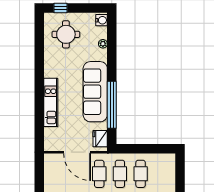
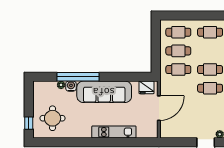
water cooler: (102, 20) -> (71, 86), moved
window: (112, 105) -> (78, 77), moved
cafe table: (99, 174) -> (178, 32), moved

